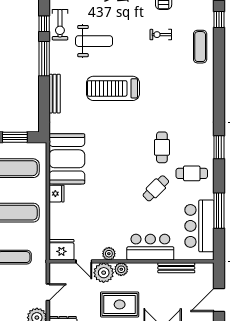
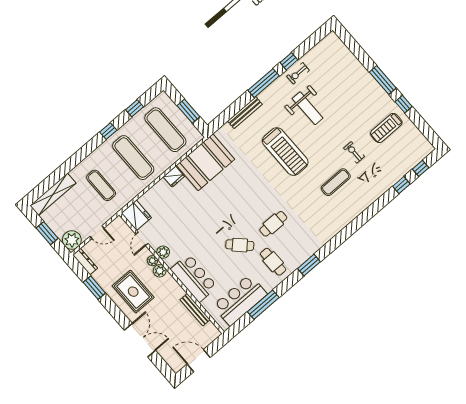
exercise bike: (60, 25) -> (298, 73), width x0.73, depth x0.72
exercise mat: (200, 47) -> (336, 182), moved
treadmill: (113, 88) -> (285, 152), turned 180
plant: (104, 273) -> (152, 261), width x0.53, depth x0.53

